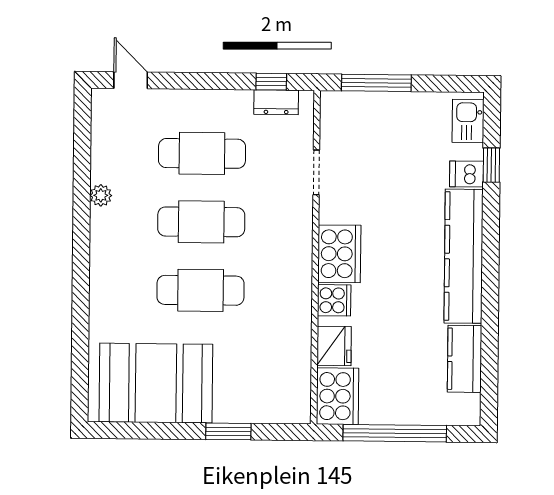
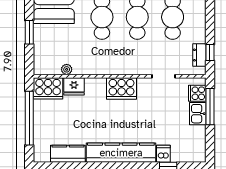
kitchen sink: (468, 121) -> (198, 114), moved, turned -90
cooker: (334, 300) -> (197, 93), moved, turned 90
plant: (301, 360) -> (67, 69), added

